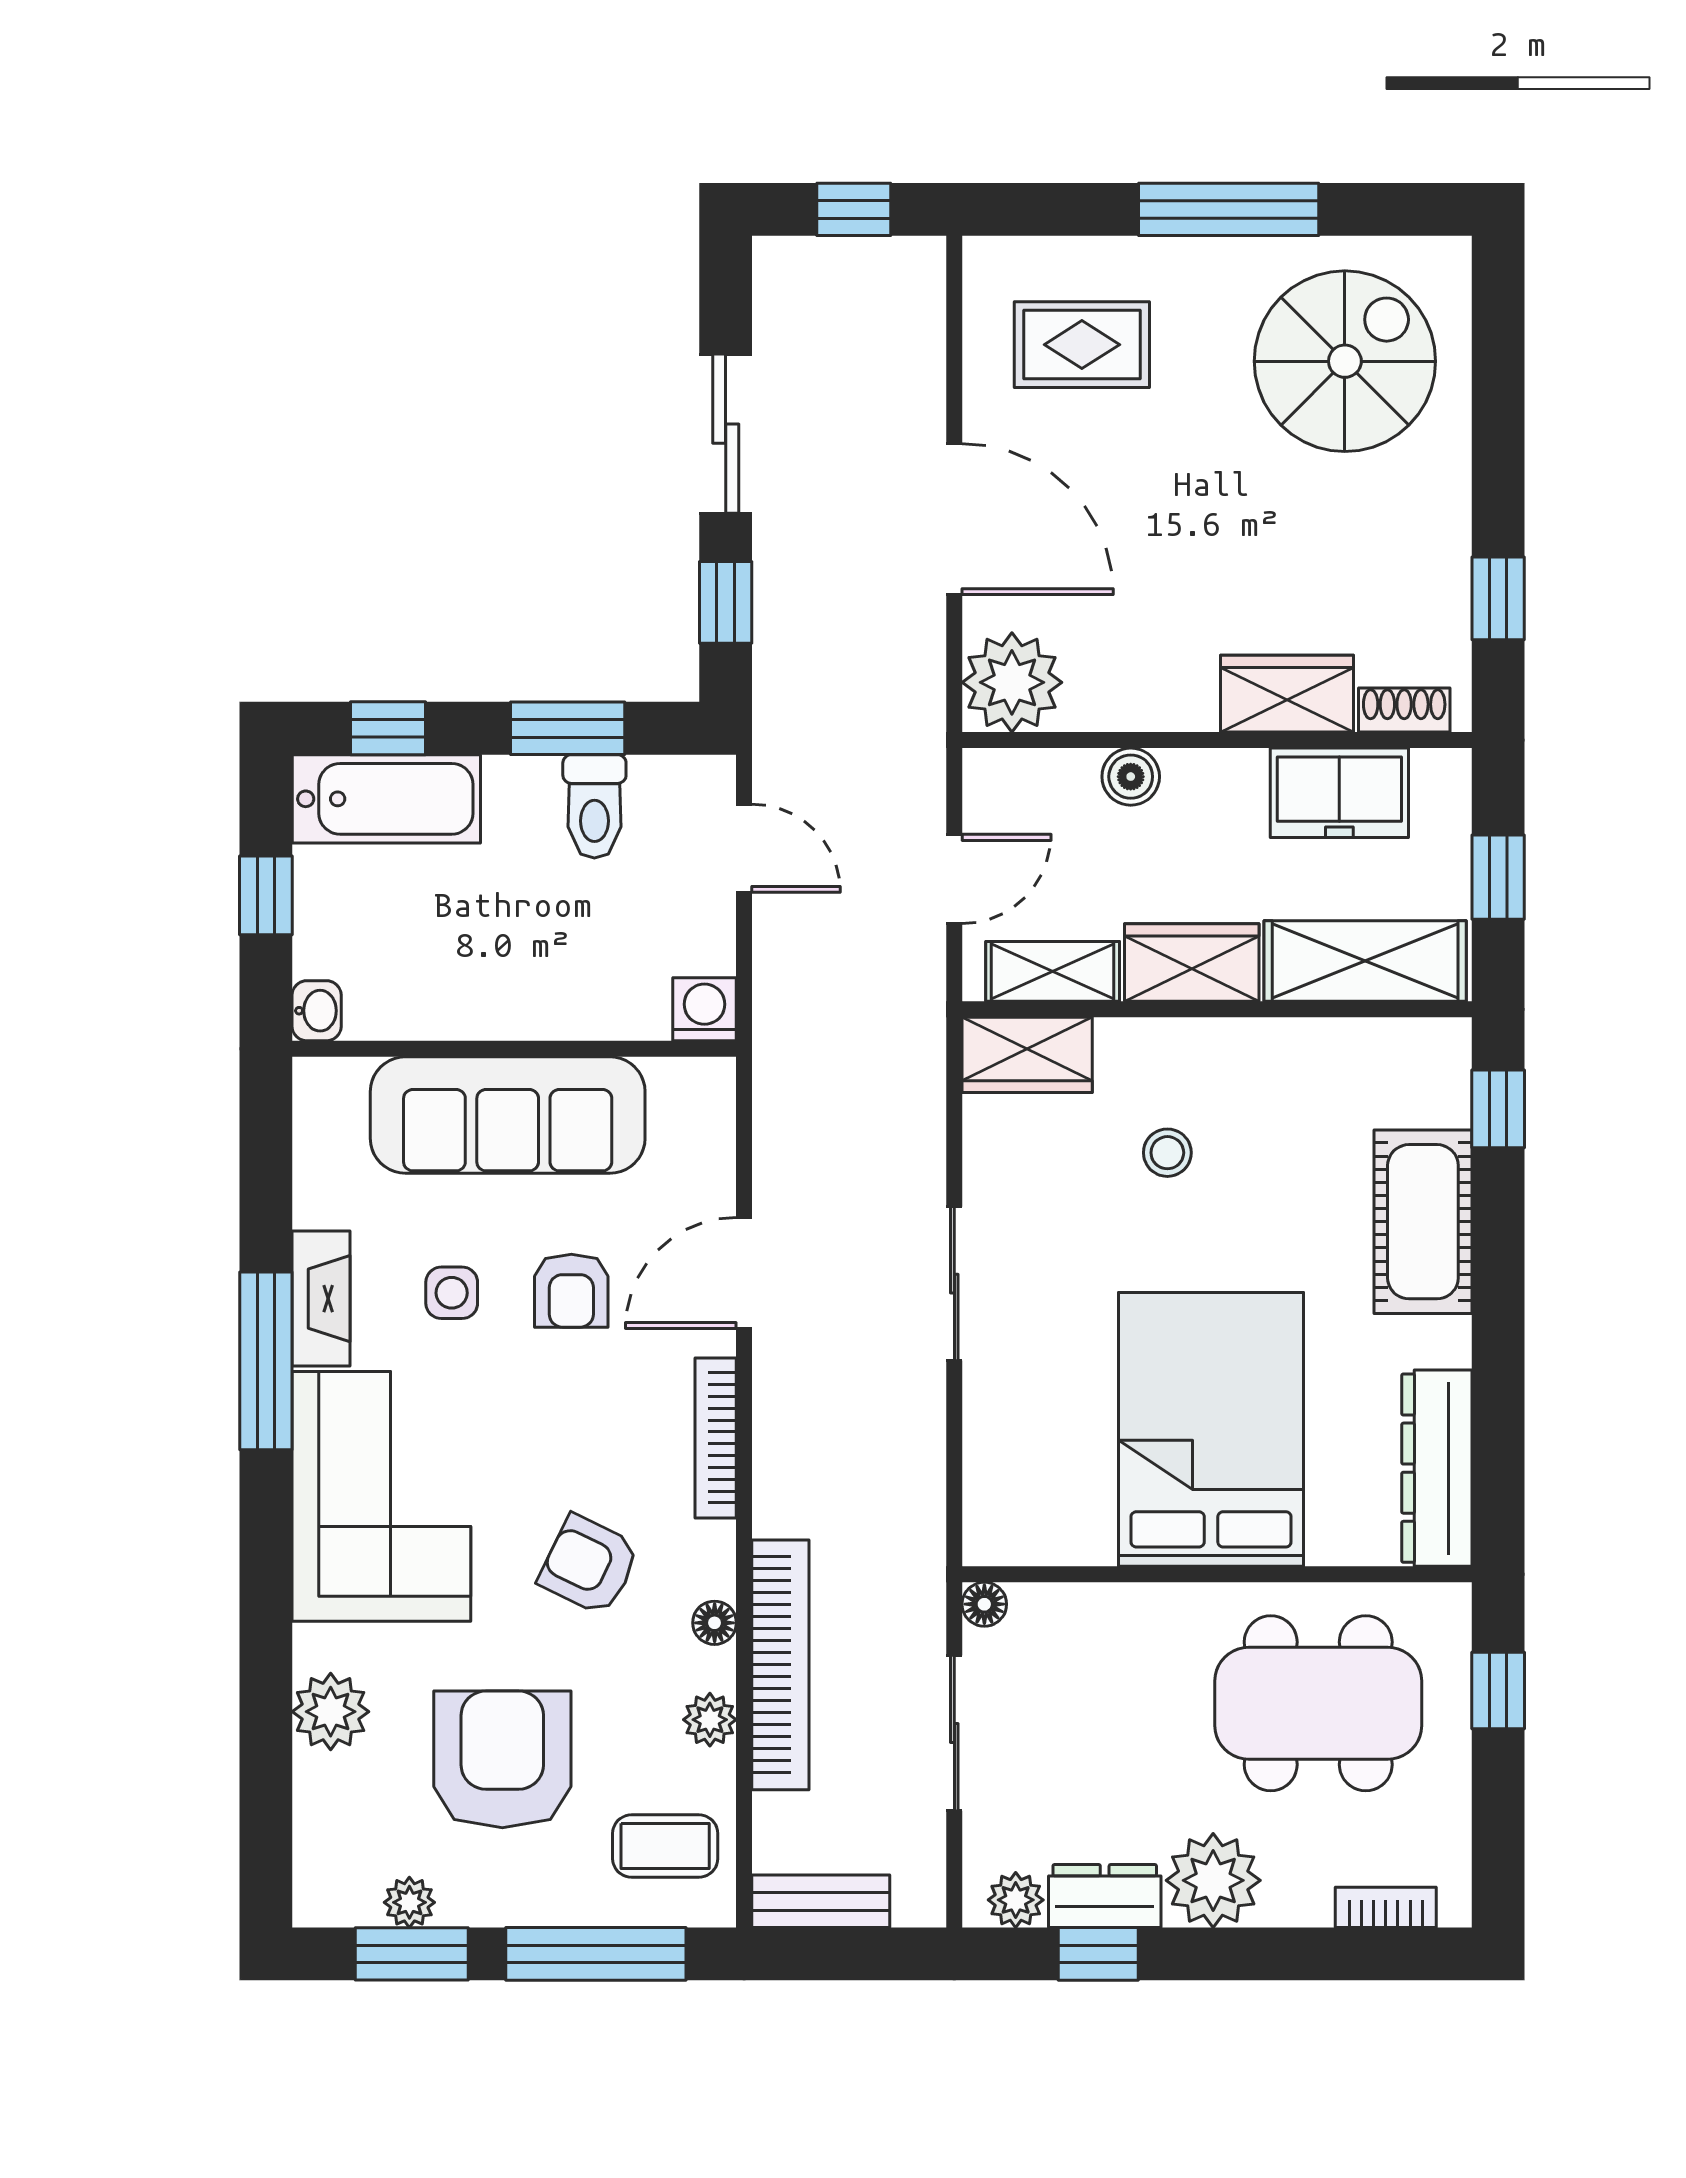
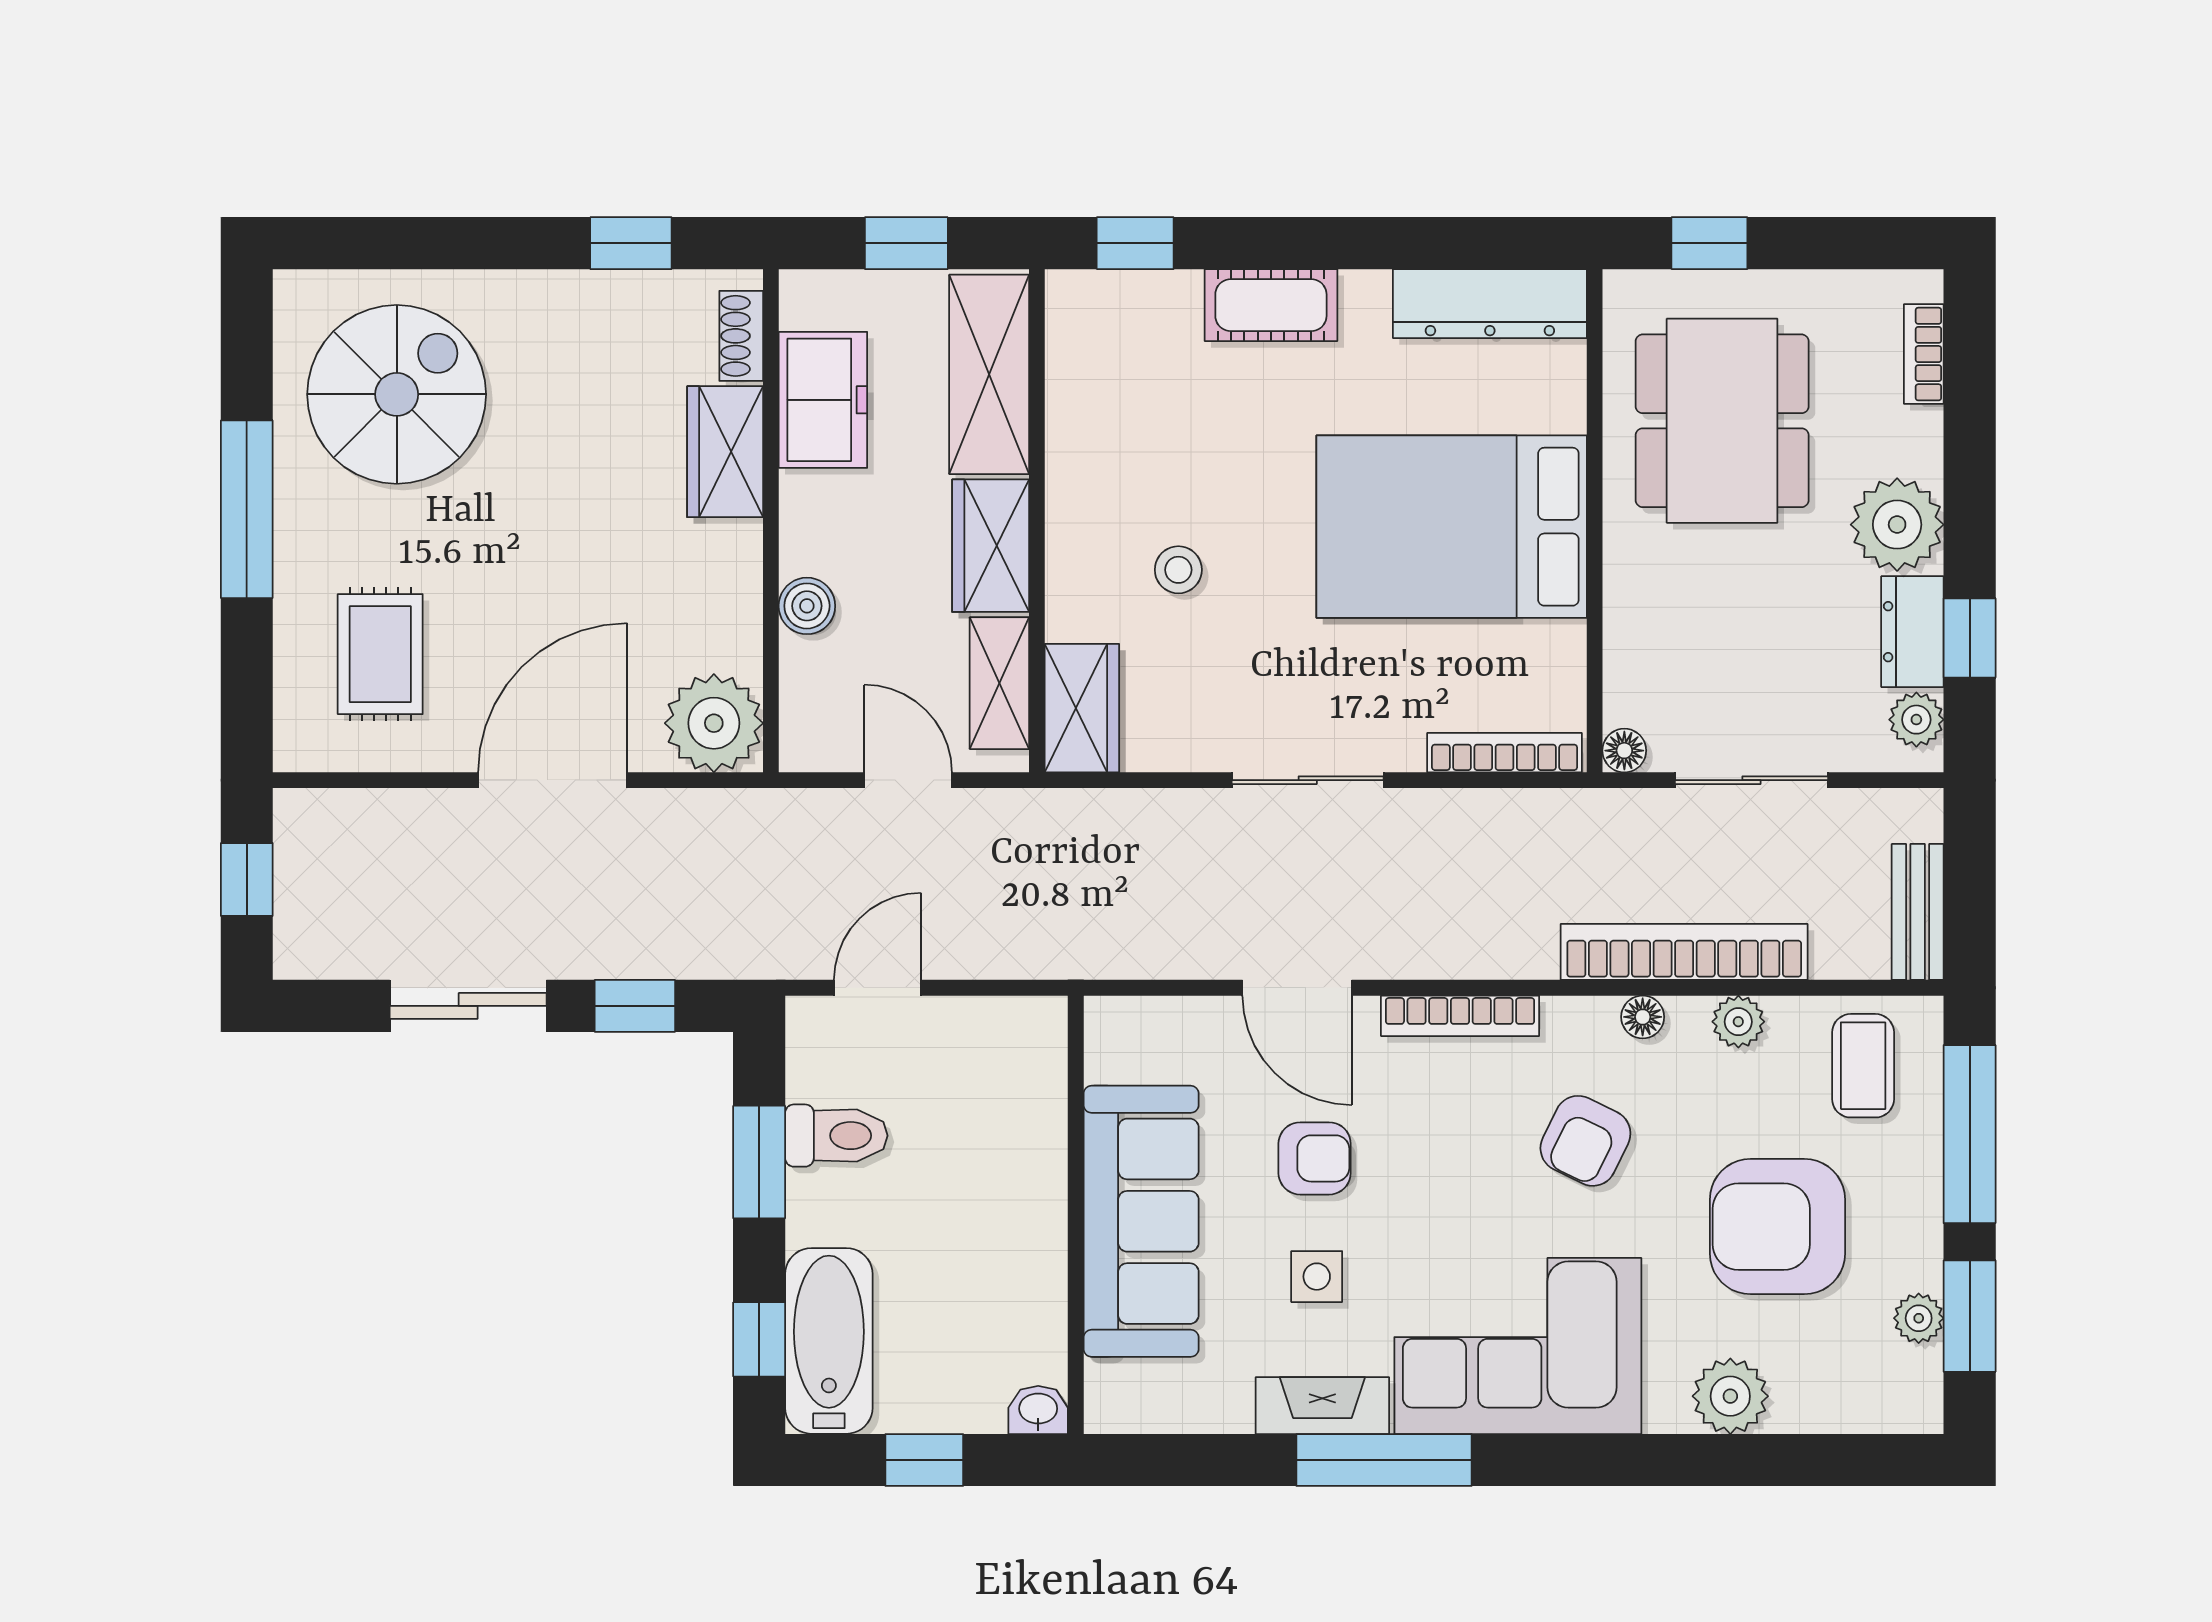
spiral stairs: (1345, 361) -> (397, 394), turned 90
washing machine: (704, 1009) -> (1037, 1027), removed
cot: (1423, 1222) -> (1271, 305), width x0.73, depth x0.75
bookcase: (982, 1483) -> (1505, 753), added

